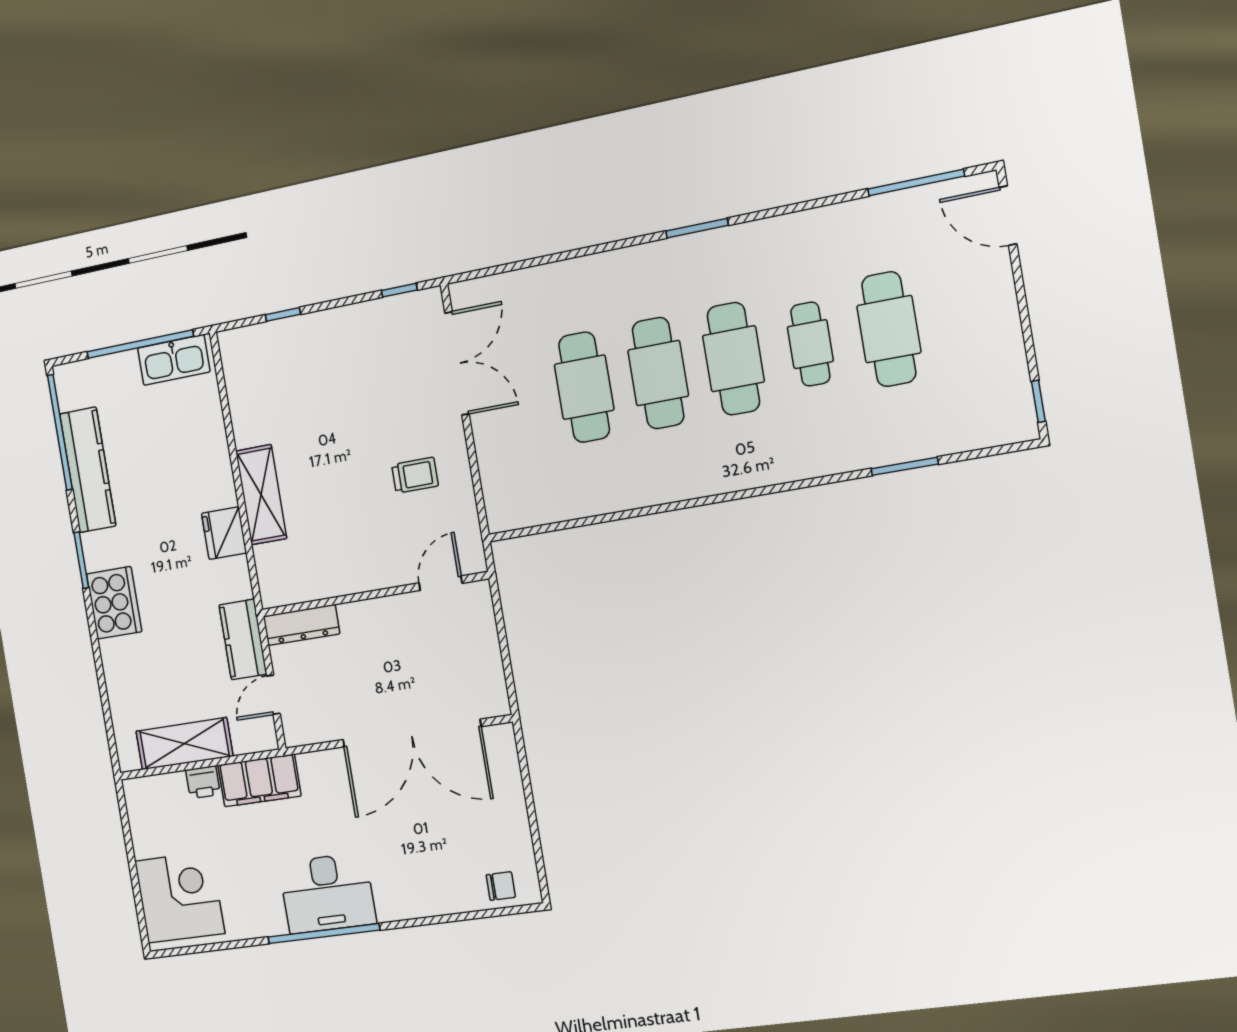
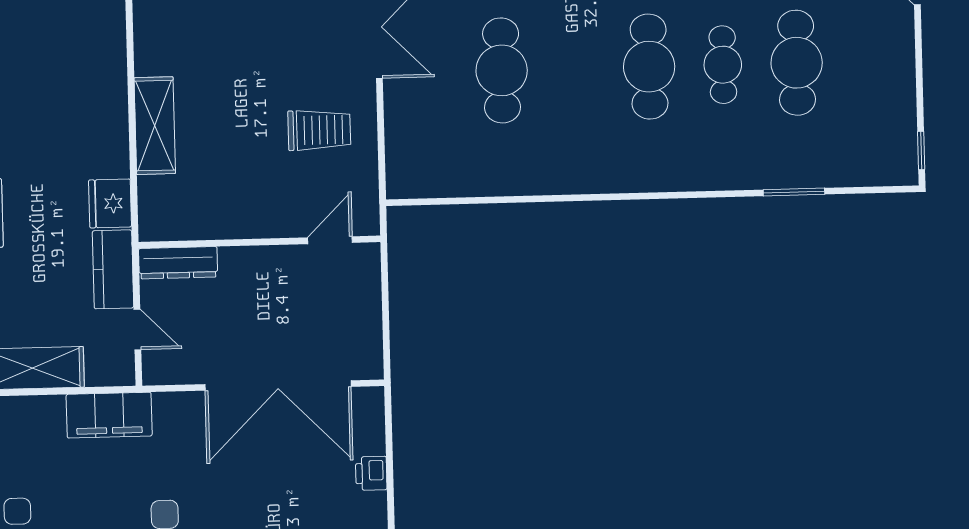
cafe table: (658, 373) -> (575, 69), removed
trolley: (415, 475) -> (319, 130), width x1.36, depth x1.39
fridge: (224, 533) -> (110, 203), moved
door: (273, 695) -> (137, 330), swing flipped
printer: (203, 782) -> (371, 473), moved, turned 90

